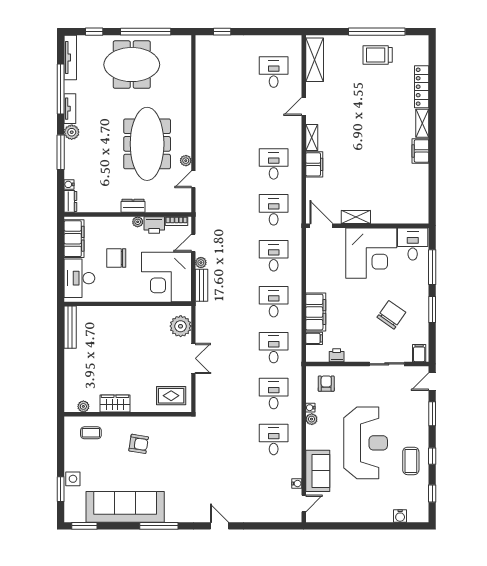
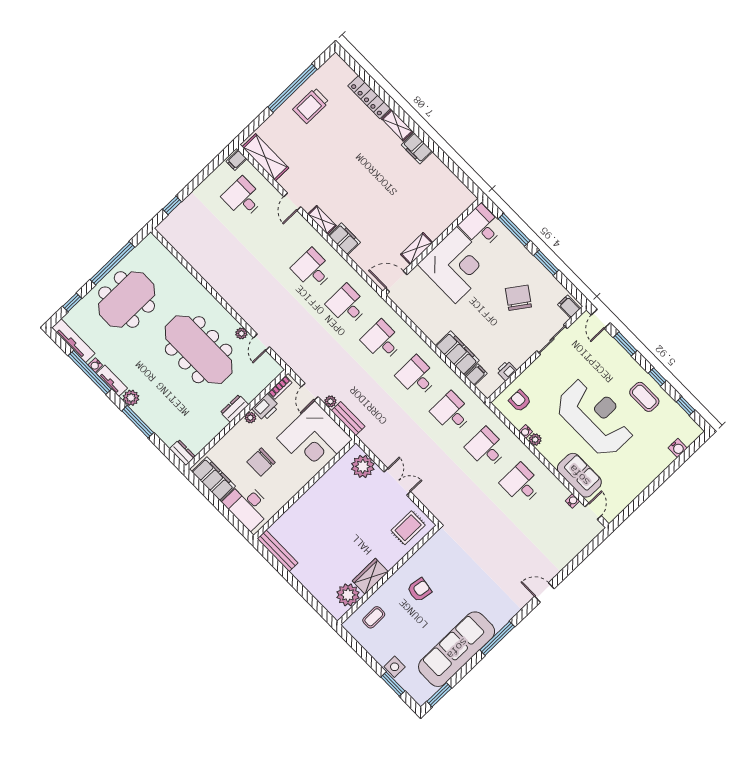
filing cabinet: (294, 43) -> (236, 160), added
water cooler: (69, 184) -> (95, 365), moved
plant: (83, 406) -> (348, 595), width x1.87, depth x1.87

